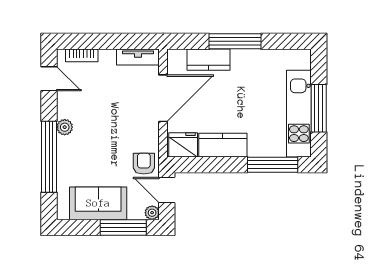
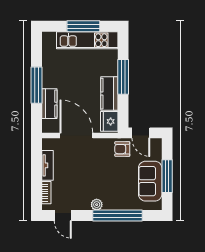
tv unit: (138, 57) -> (47, 165), moved
door: (49, 79) -> (63, 216), swing flipped
window: (273, 165) -> (123, 77), moved
door: (167, 190) -> (141, 133), hinge flipped
plant: (152, 213) -> (157, 143), removed
window: (123, 227) -> (167, 176), moved

